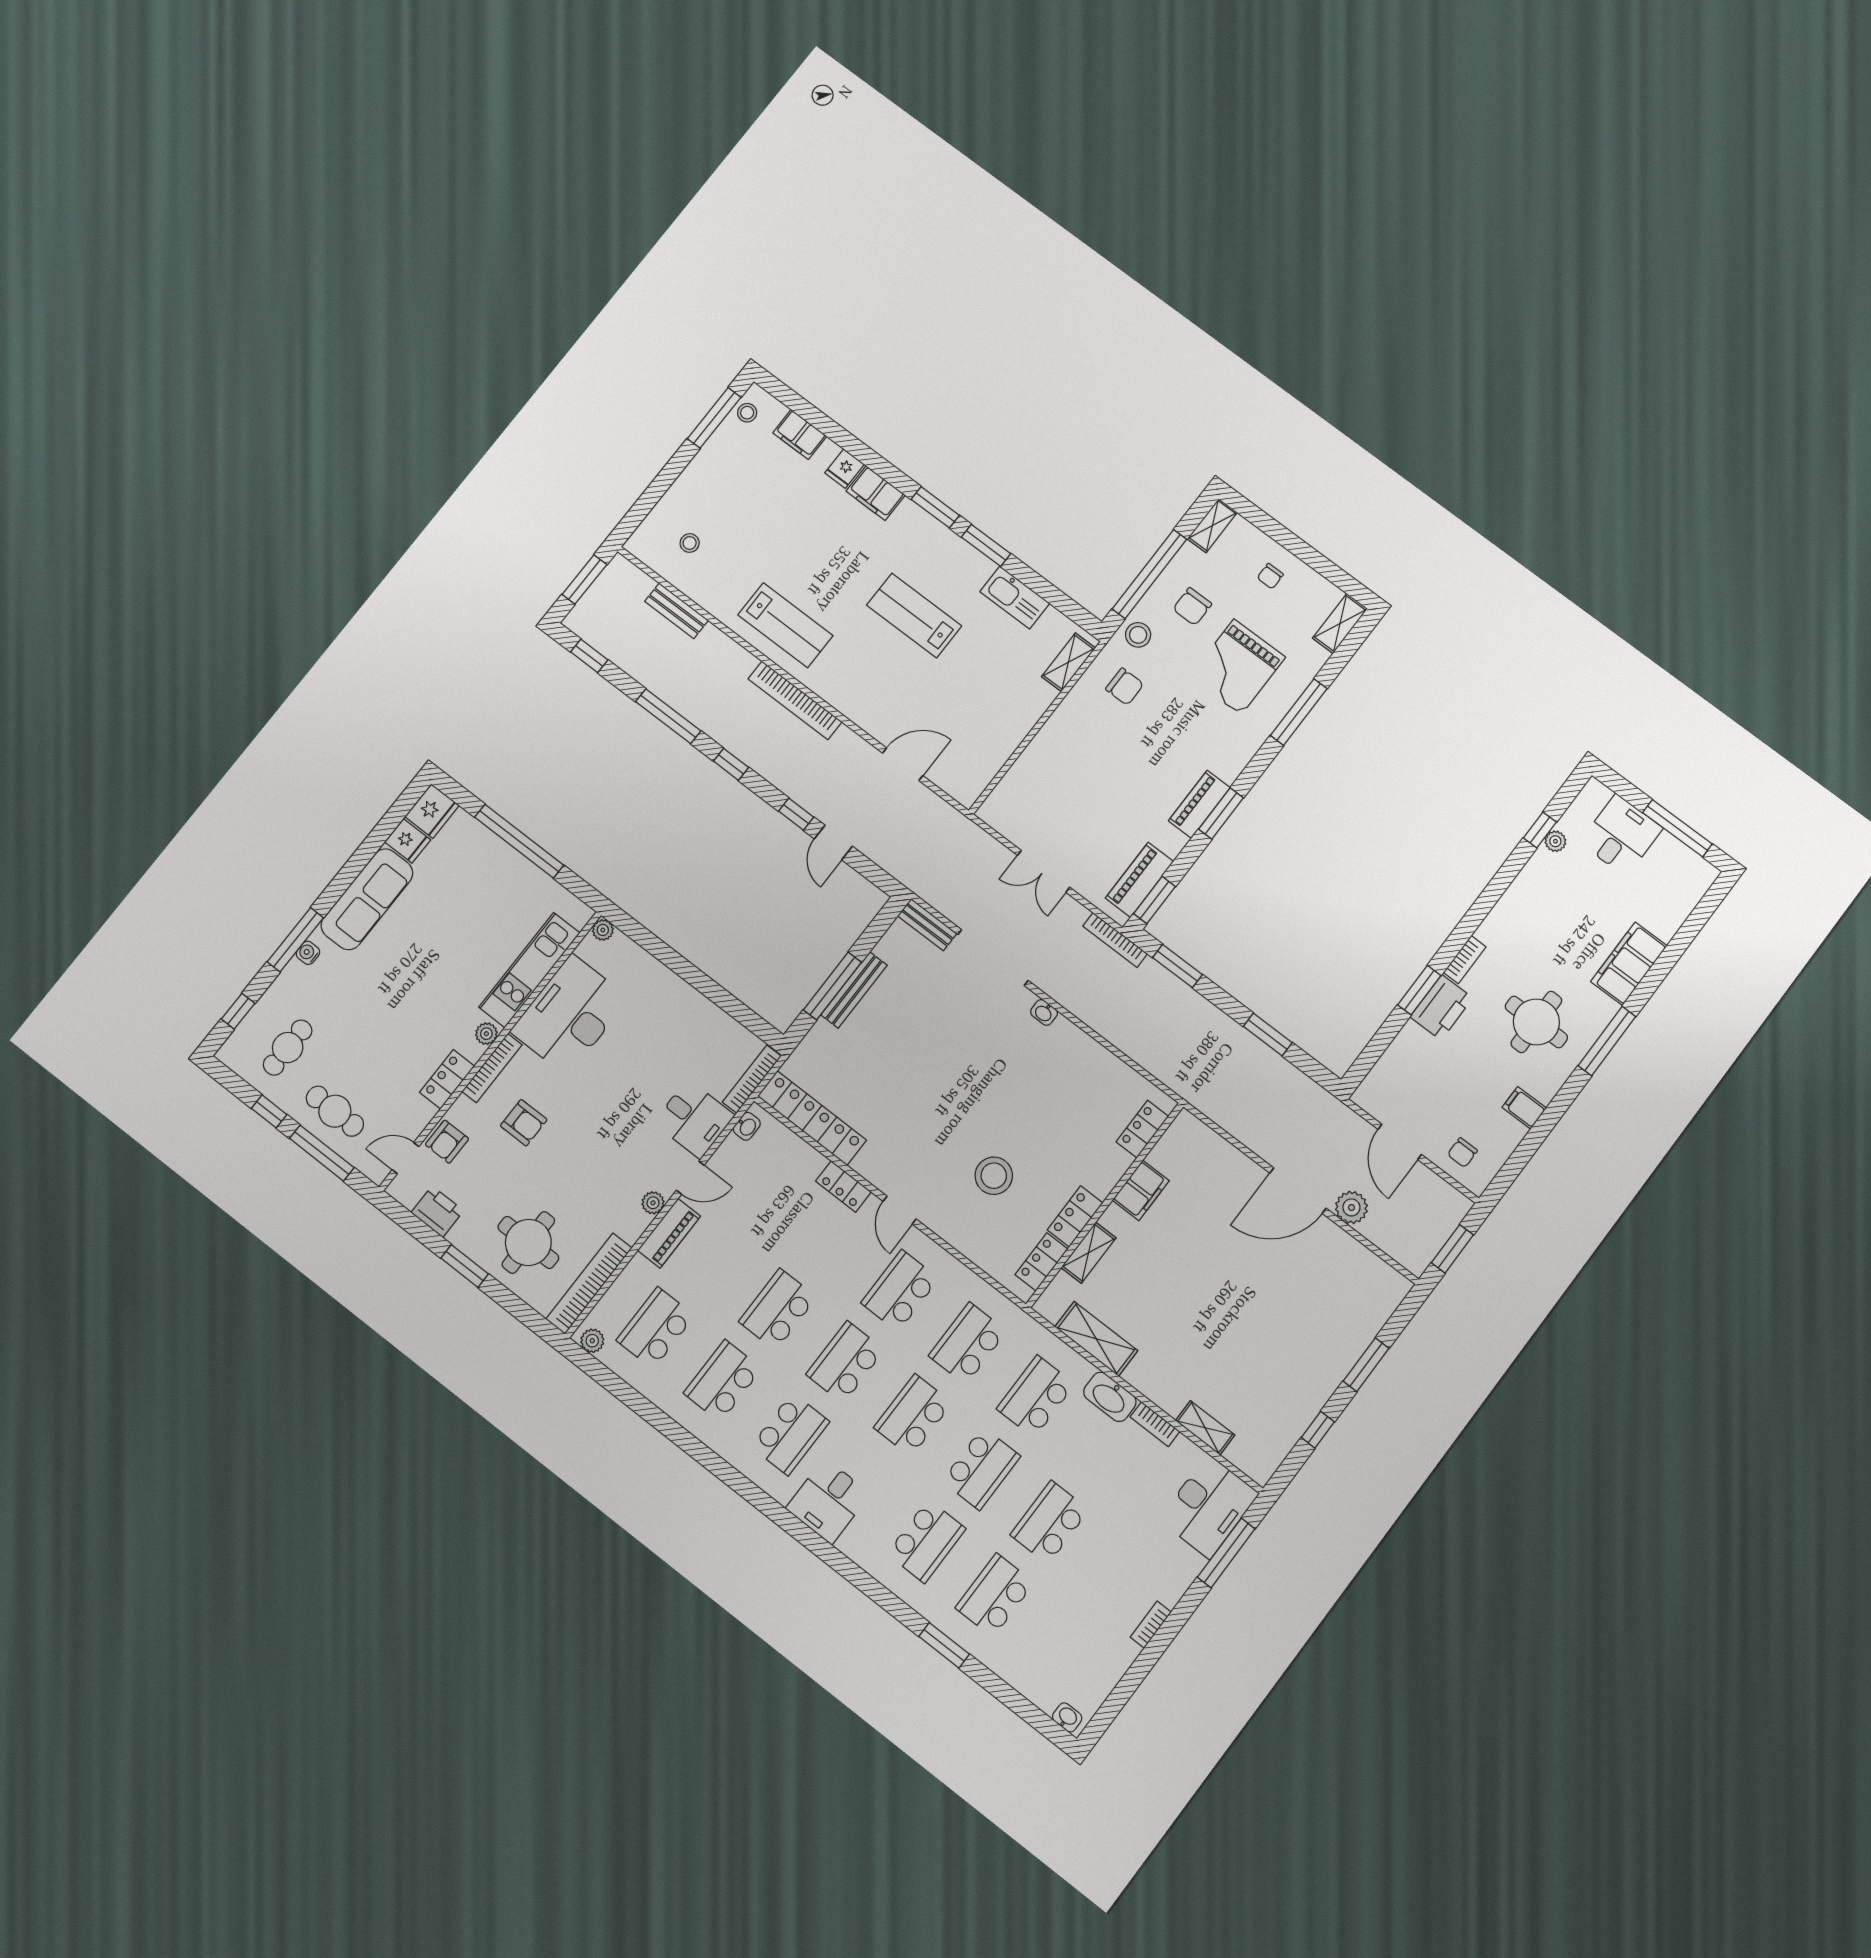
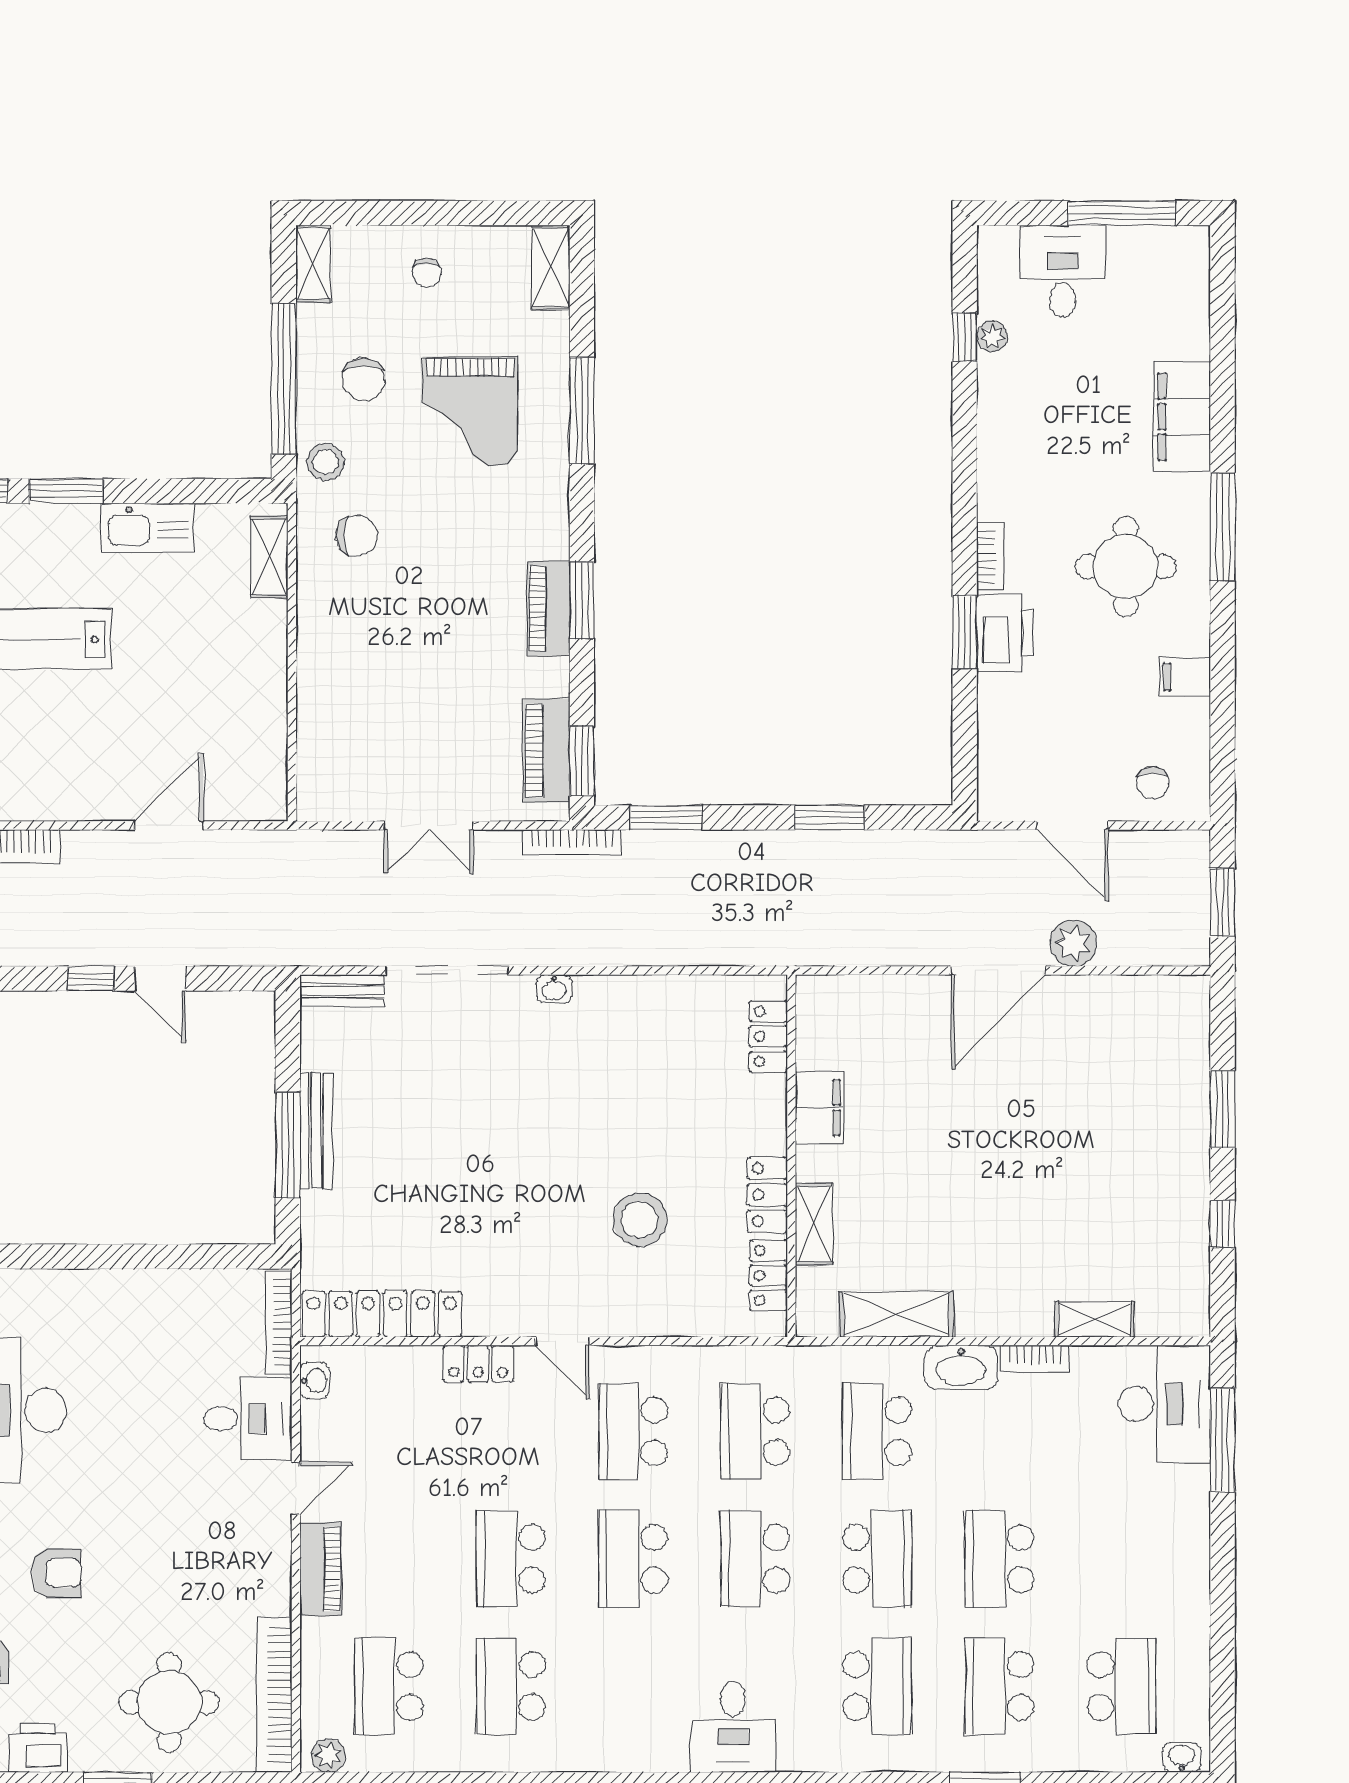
plant: (653, 1203) -> (276, 1549), removed
school desk: (790, 1434) -> (1122, 1686), moved
bookcase: (1151, 1625) -> (1198, 1584), removed

